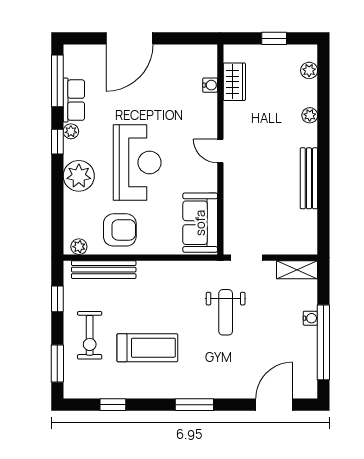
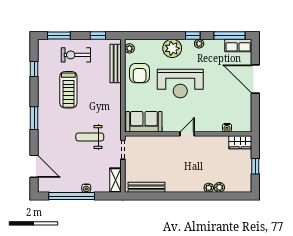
plant: (309, 70) -> (219, 187), moved
wardrobe: (234, 82) -> (240, 142), moved
row of seats: (74, 100) -> (238, 45), moved
bench: (309, 178) -> (146, 187), moved

